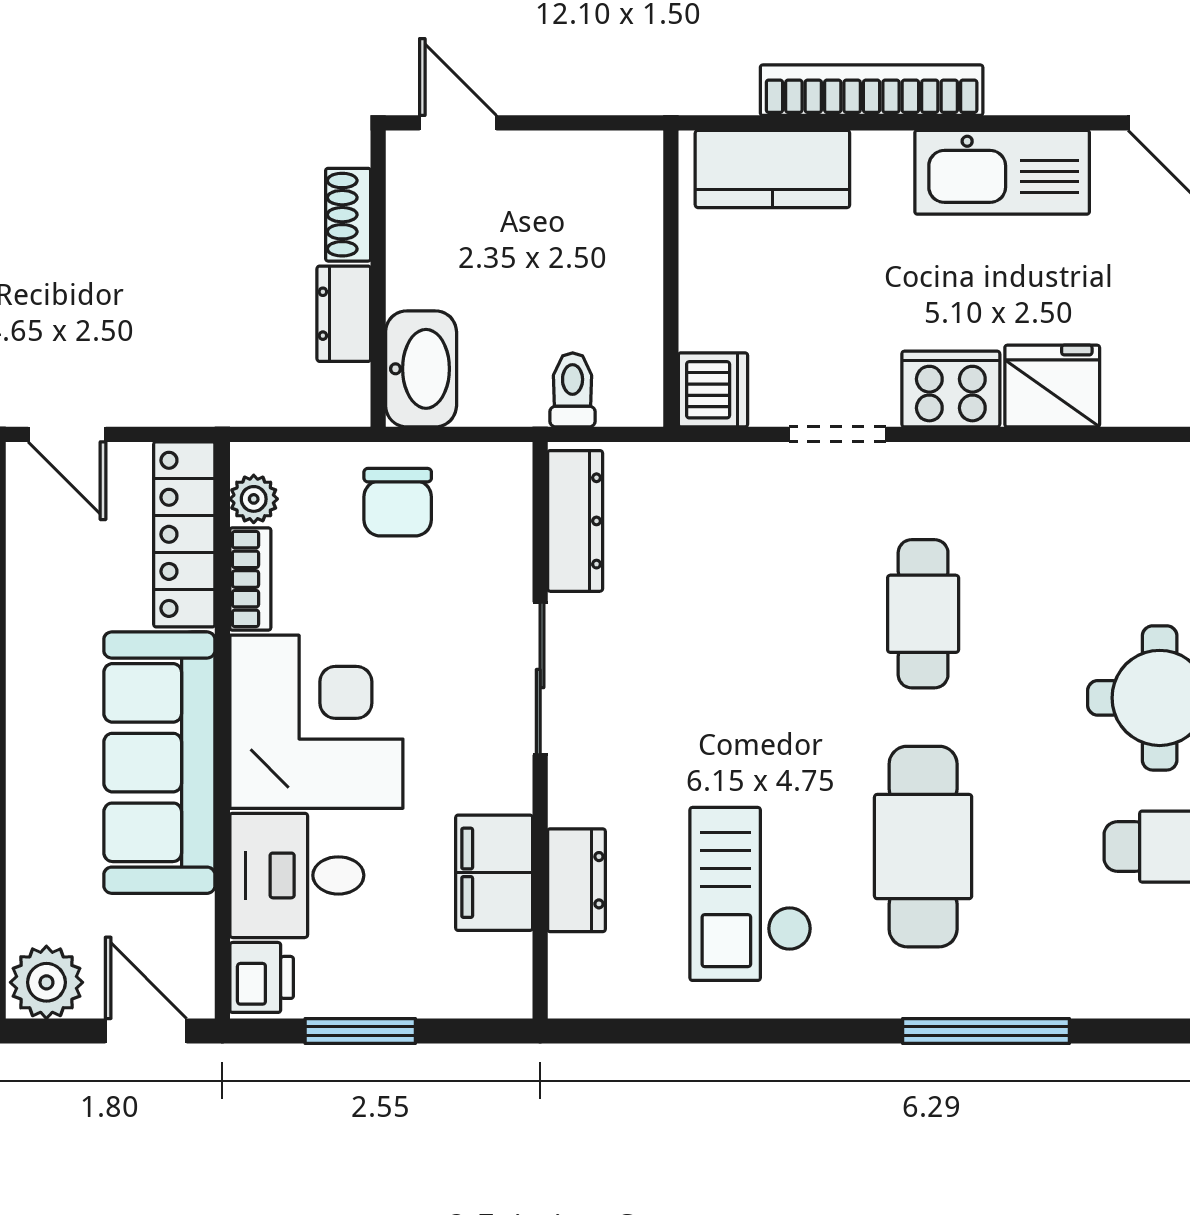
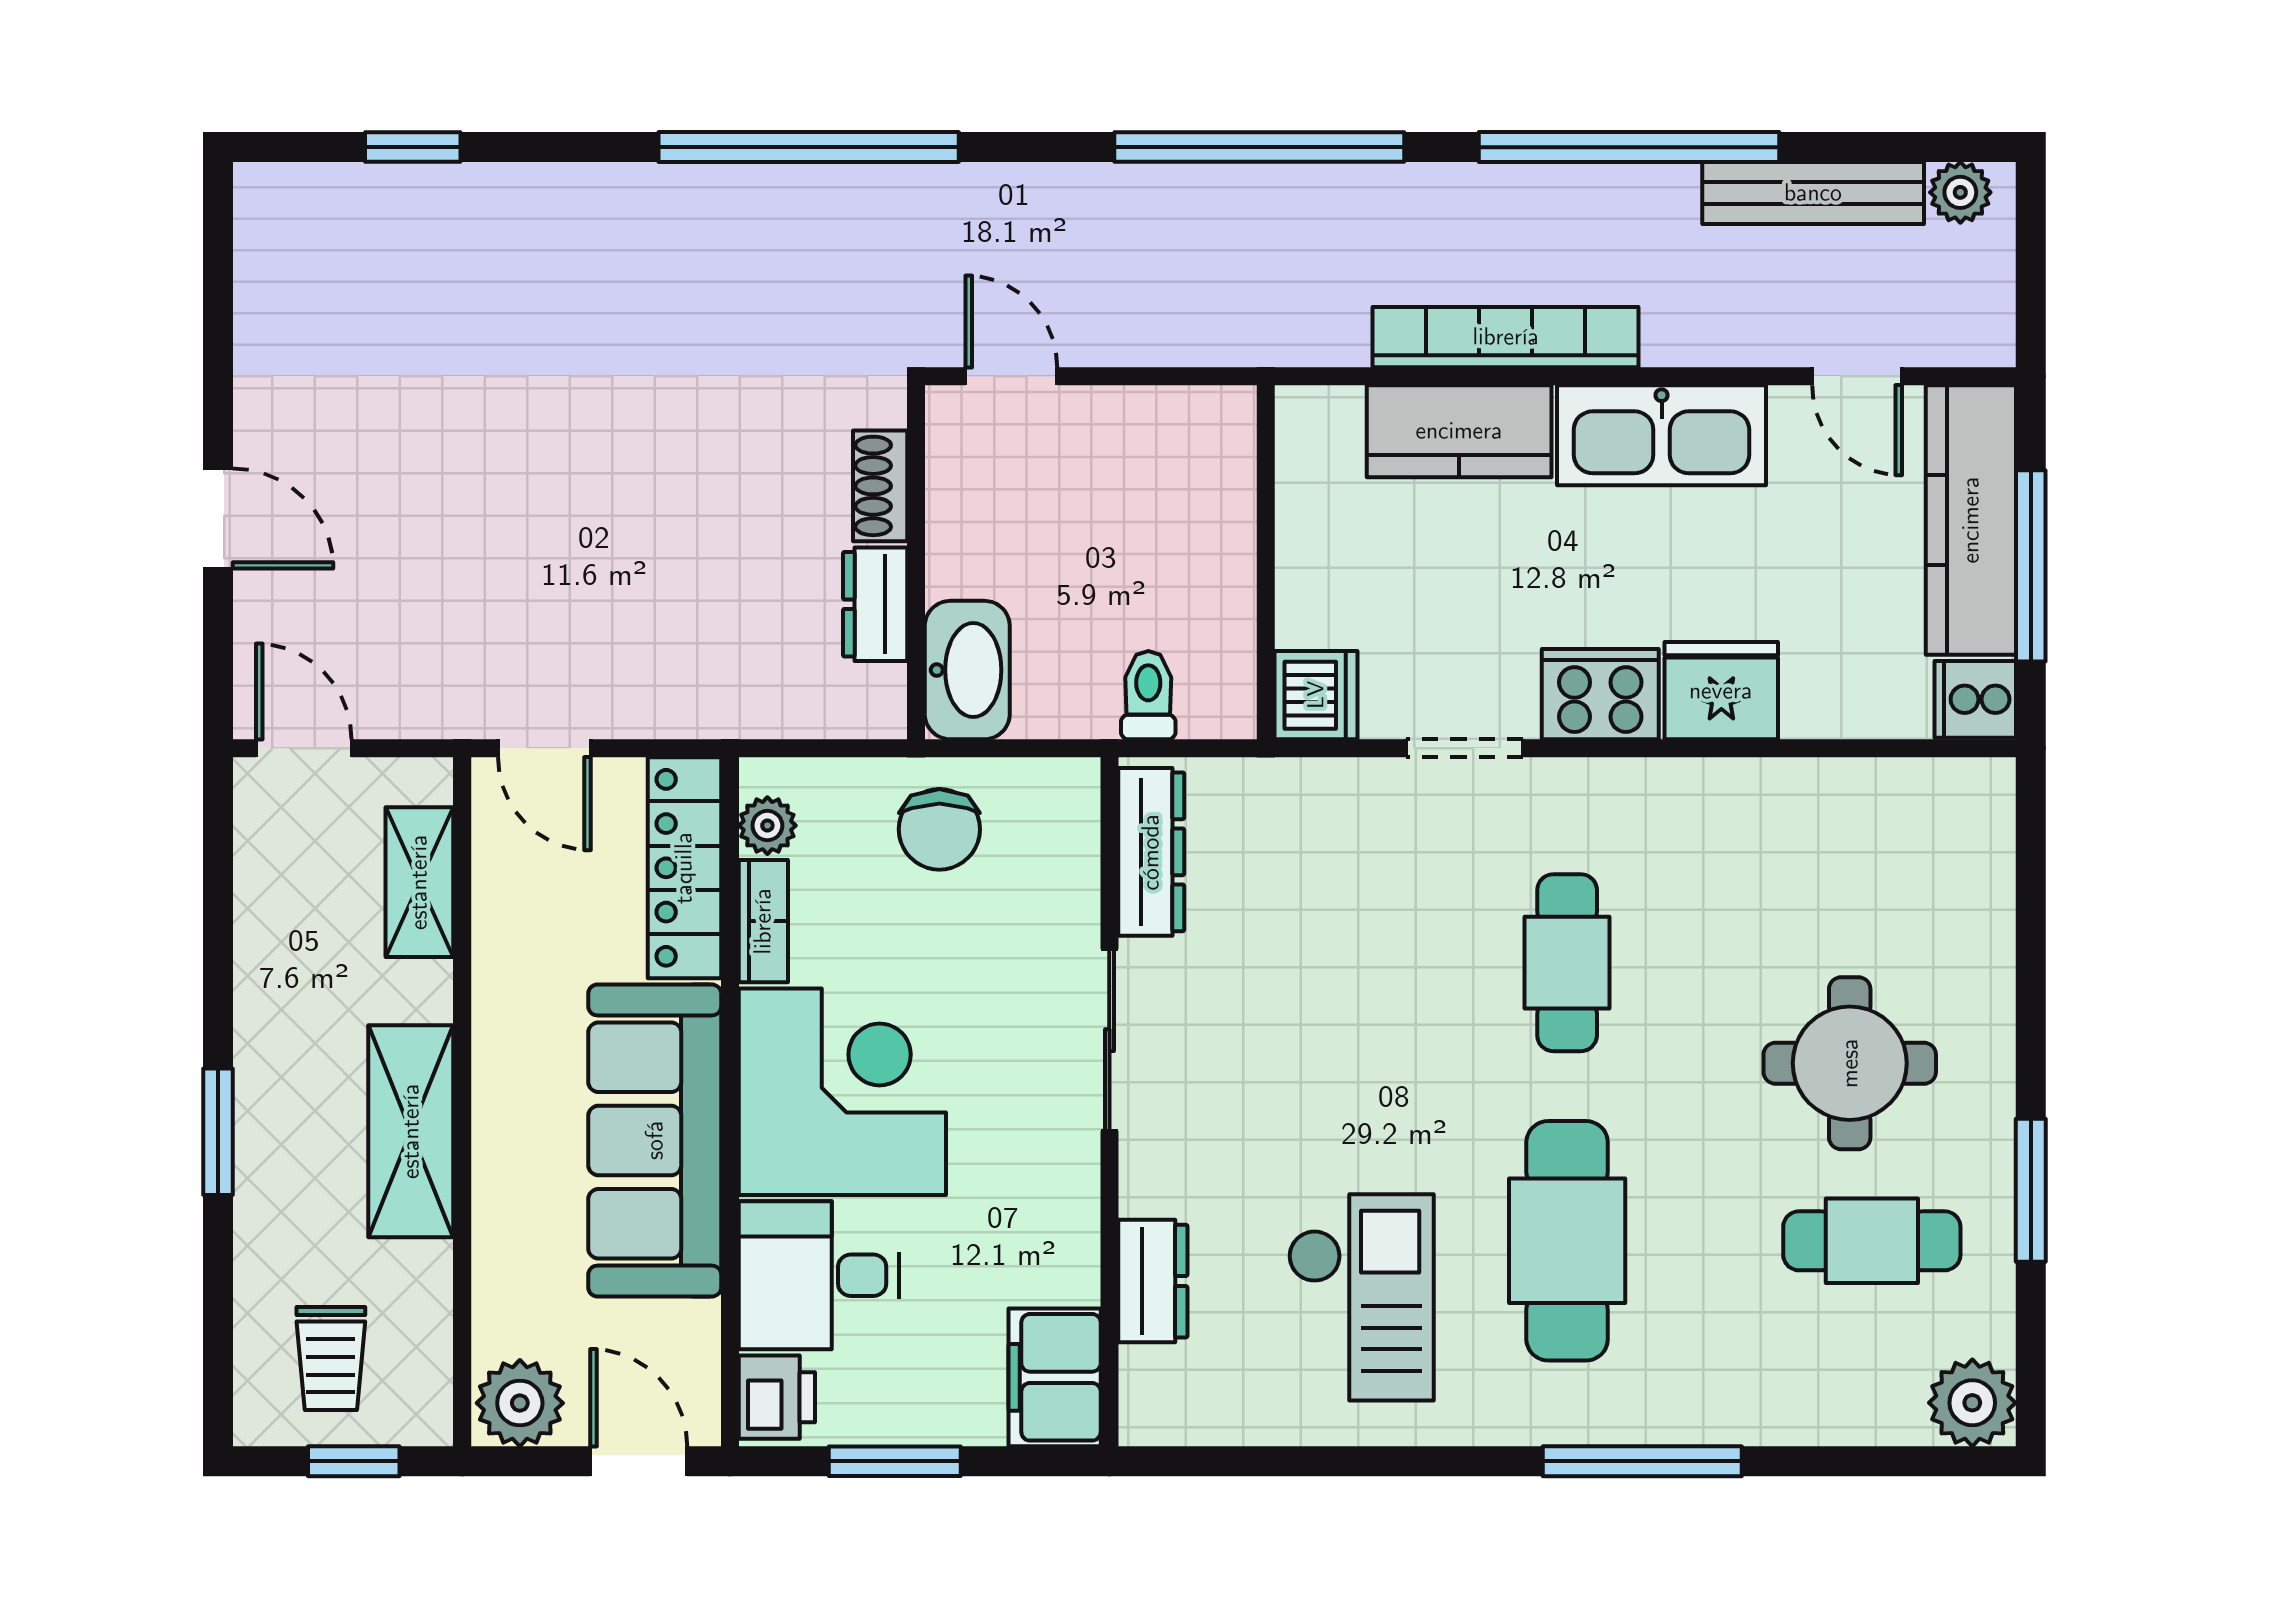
kitchen counter: (772, 169) -> (1459, 431), moved
filing cabinet: (494, 873) -> (1055, 1377), moved
checkout: (751, 894) -> (1361, 1297), turned 180

